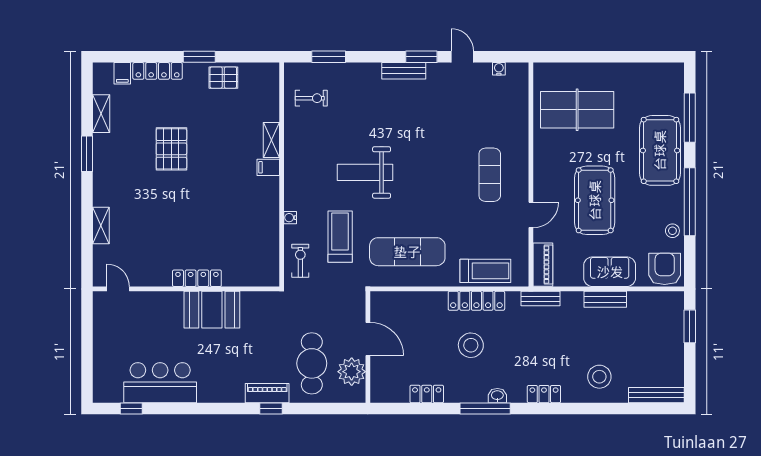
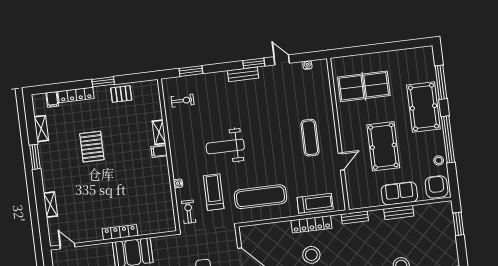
piano: (543, 265) -> (354, 194), removed

